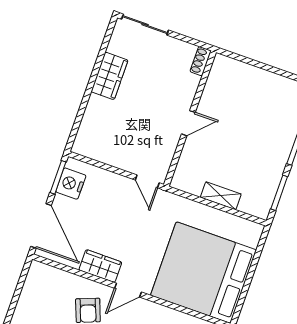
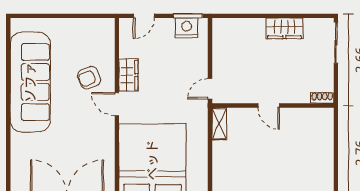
shelving: (221, 196) -> (219, 124), moved
door: (41, 226) -> (144, 16), width x0.53

